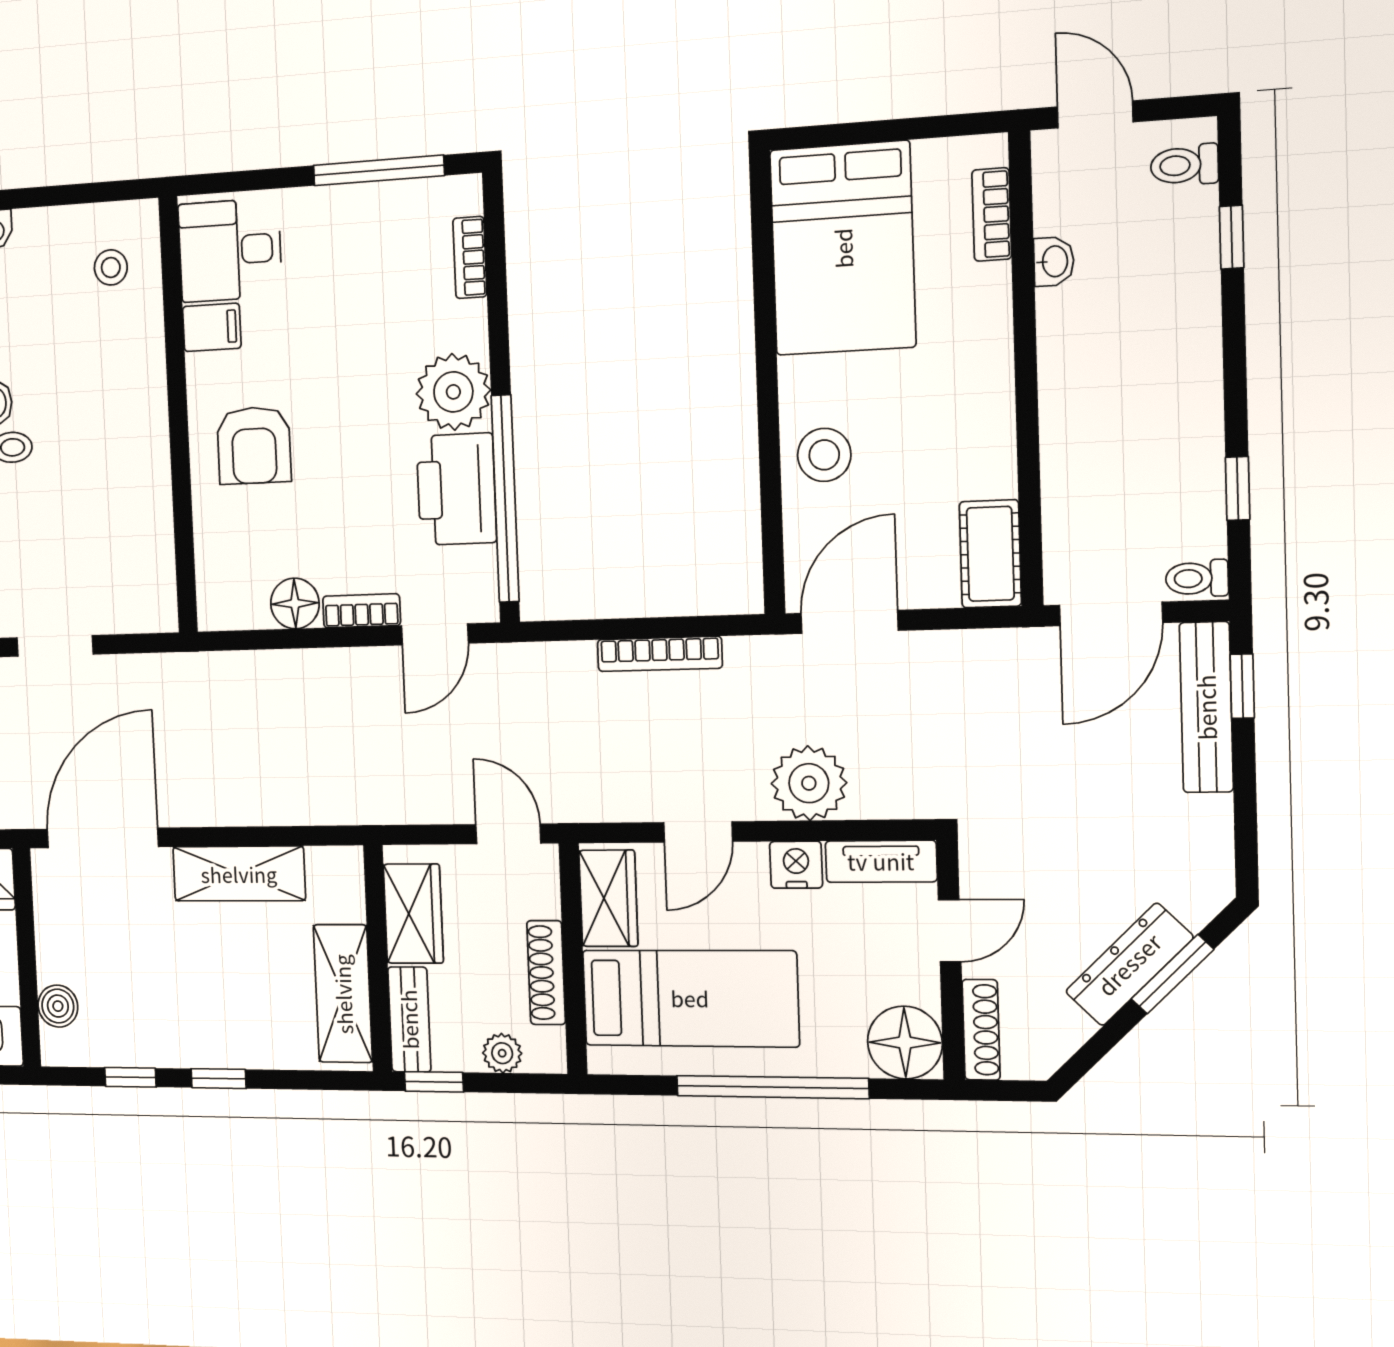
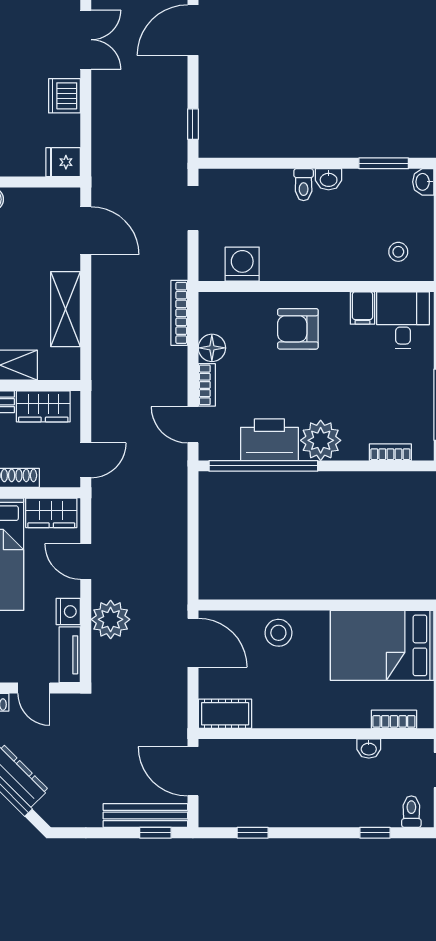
washing machine: (146, 553) -> (242, 264), added
toilet: (1197, 578) -> (209, 813), removed
bookcase: (660, 654) -> (179, 313), moved
door: (103, 838) -> (86, 231), width x0.73

